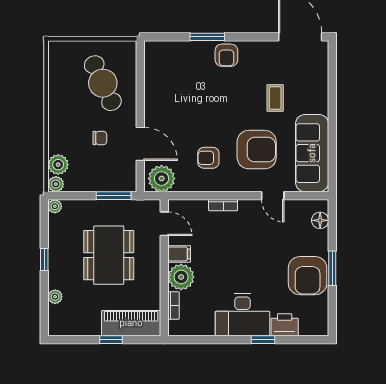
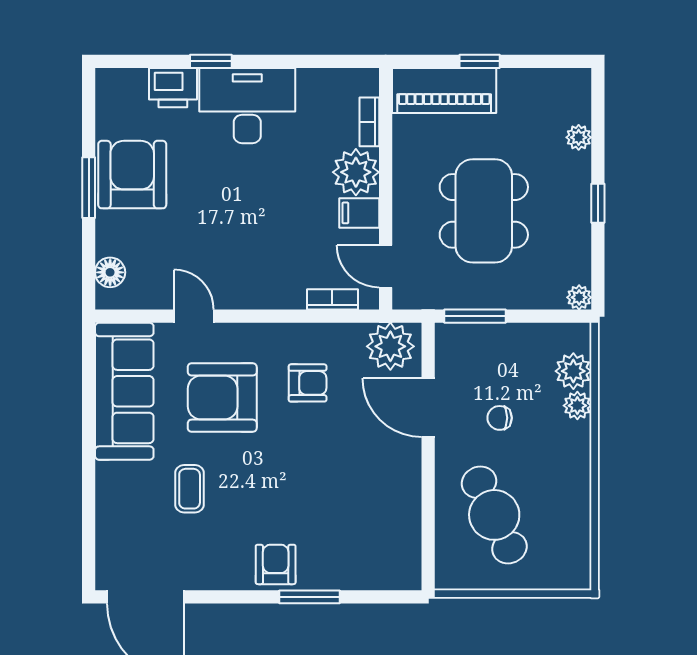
plant: (56, 184) -> (577, 406), moved
bookcase: (223, 205) -> (332, 299), moved

